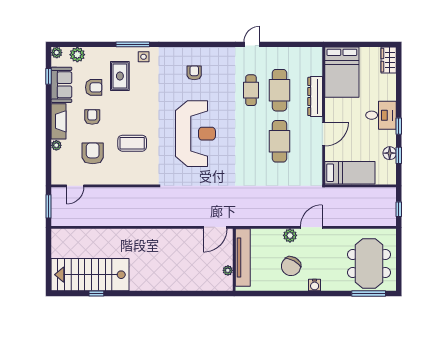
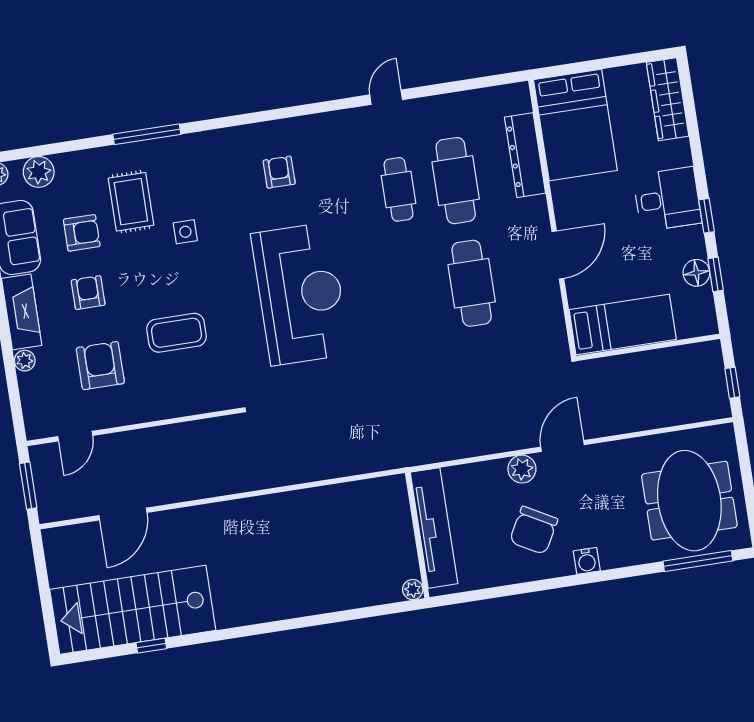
side table: (144, 57) -> (185, 232), moved
wardrobe: (389, 60) -> (668, 99), width x1.50
dresser: (315, 96) -> (525, 155), moved
door: (215, 227) -> (123, 514), moved
plant: (228, 270) -> (413, 590), moved

